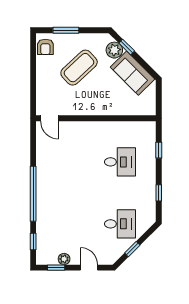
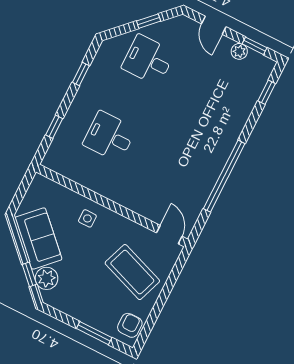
coffee table: (79, 68) -> (132, 272), moved, turned 63
side table: (107, 102) -> (87, 218), added
window: (33, 194) -> (224, 176), moved

